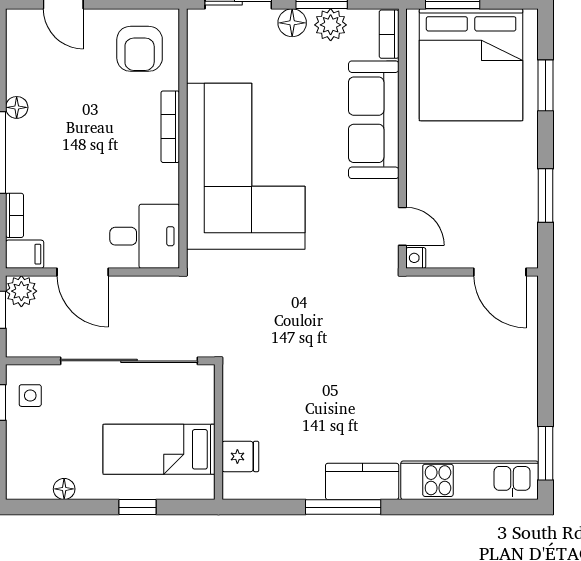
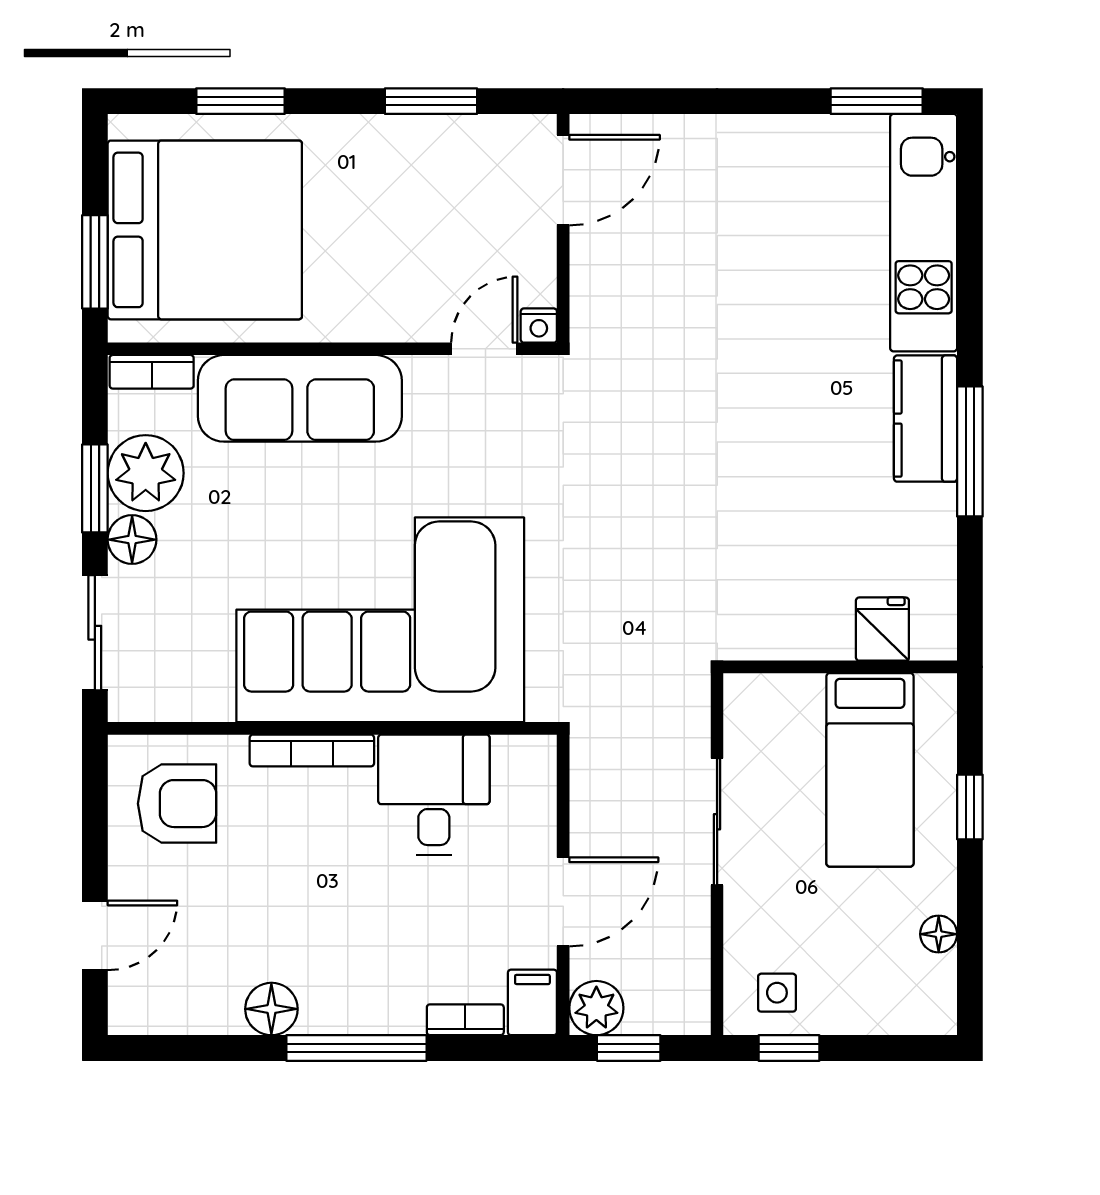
plant: (331, 25) -> (146, 473), width x1.36, depth x1.36
floor lamp: (17, 107) -> (271, 1009), width x1.37, depth x1.37
desk: (145, 236) -> (434, 795), moved
sliding door: (129, 361) -> (717, 822), width x0.54

